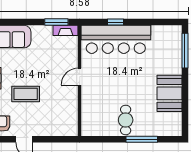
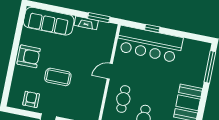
fireplace: (65, 30) -> (86, 23), moved
cafe table: (100, 103) -> (123, 99), added

